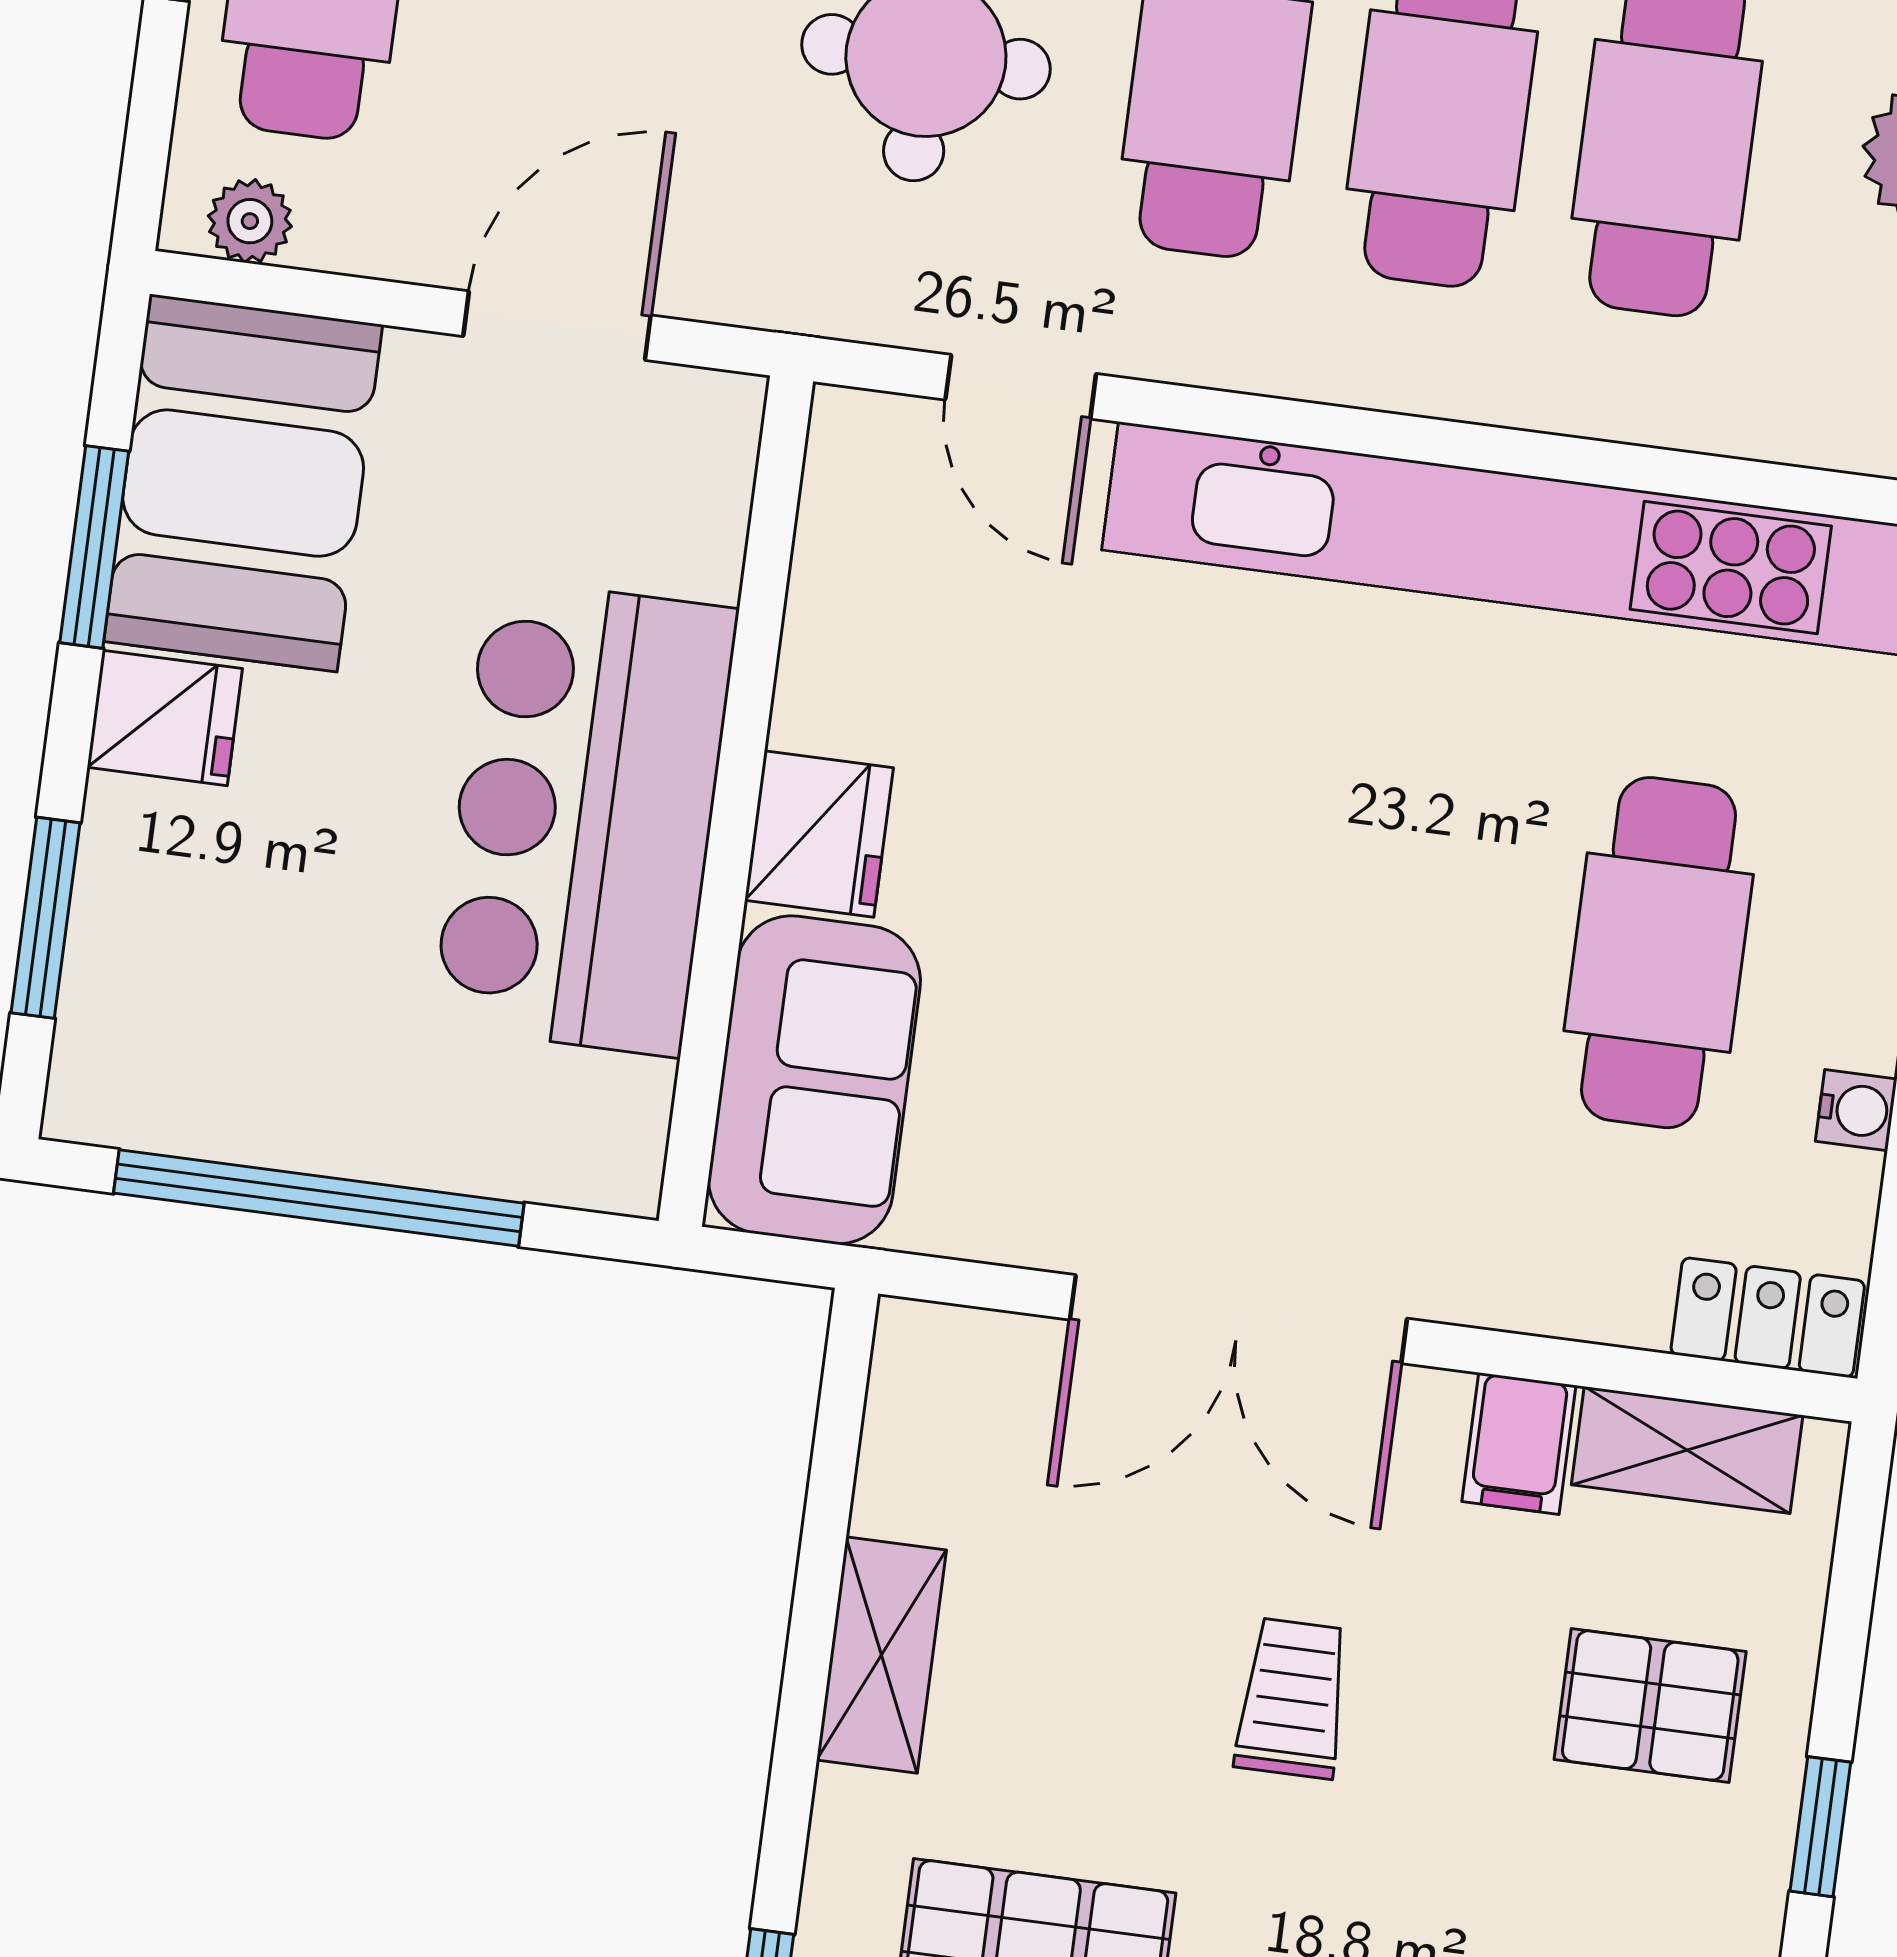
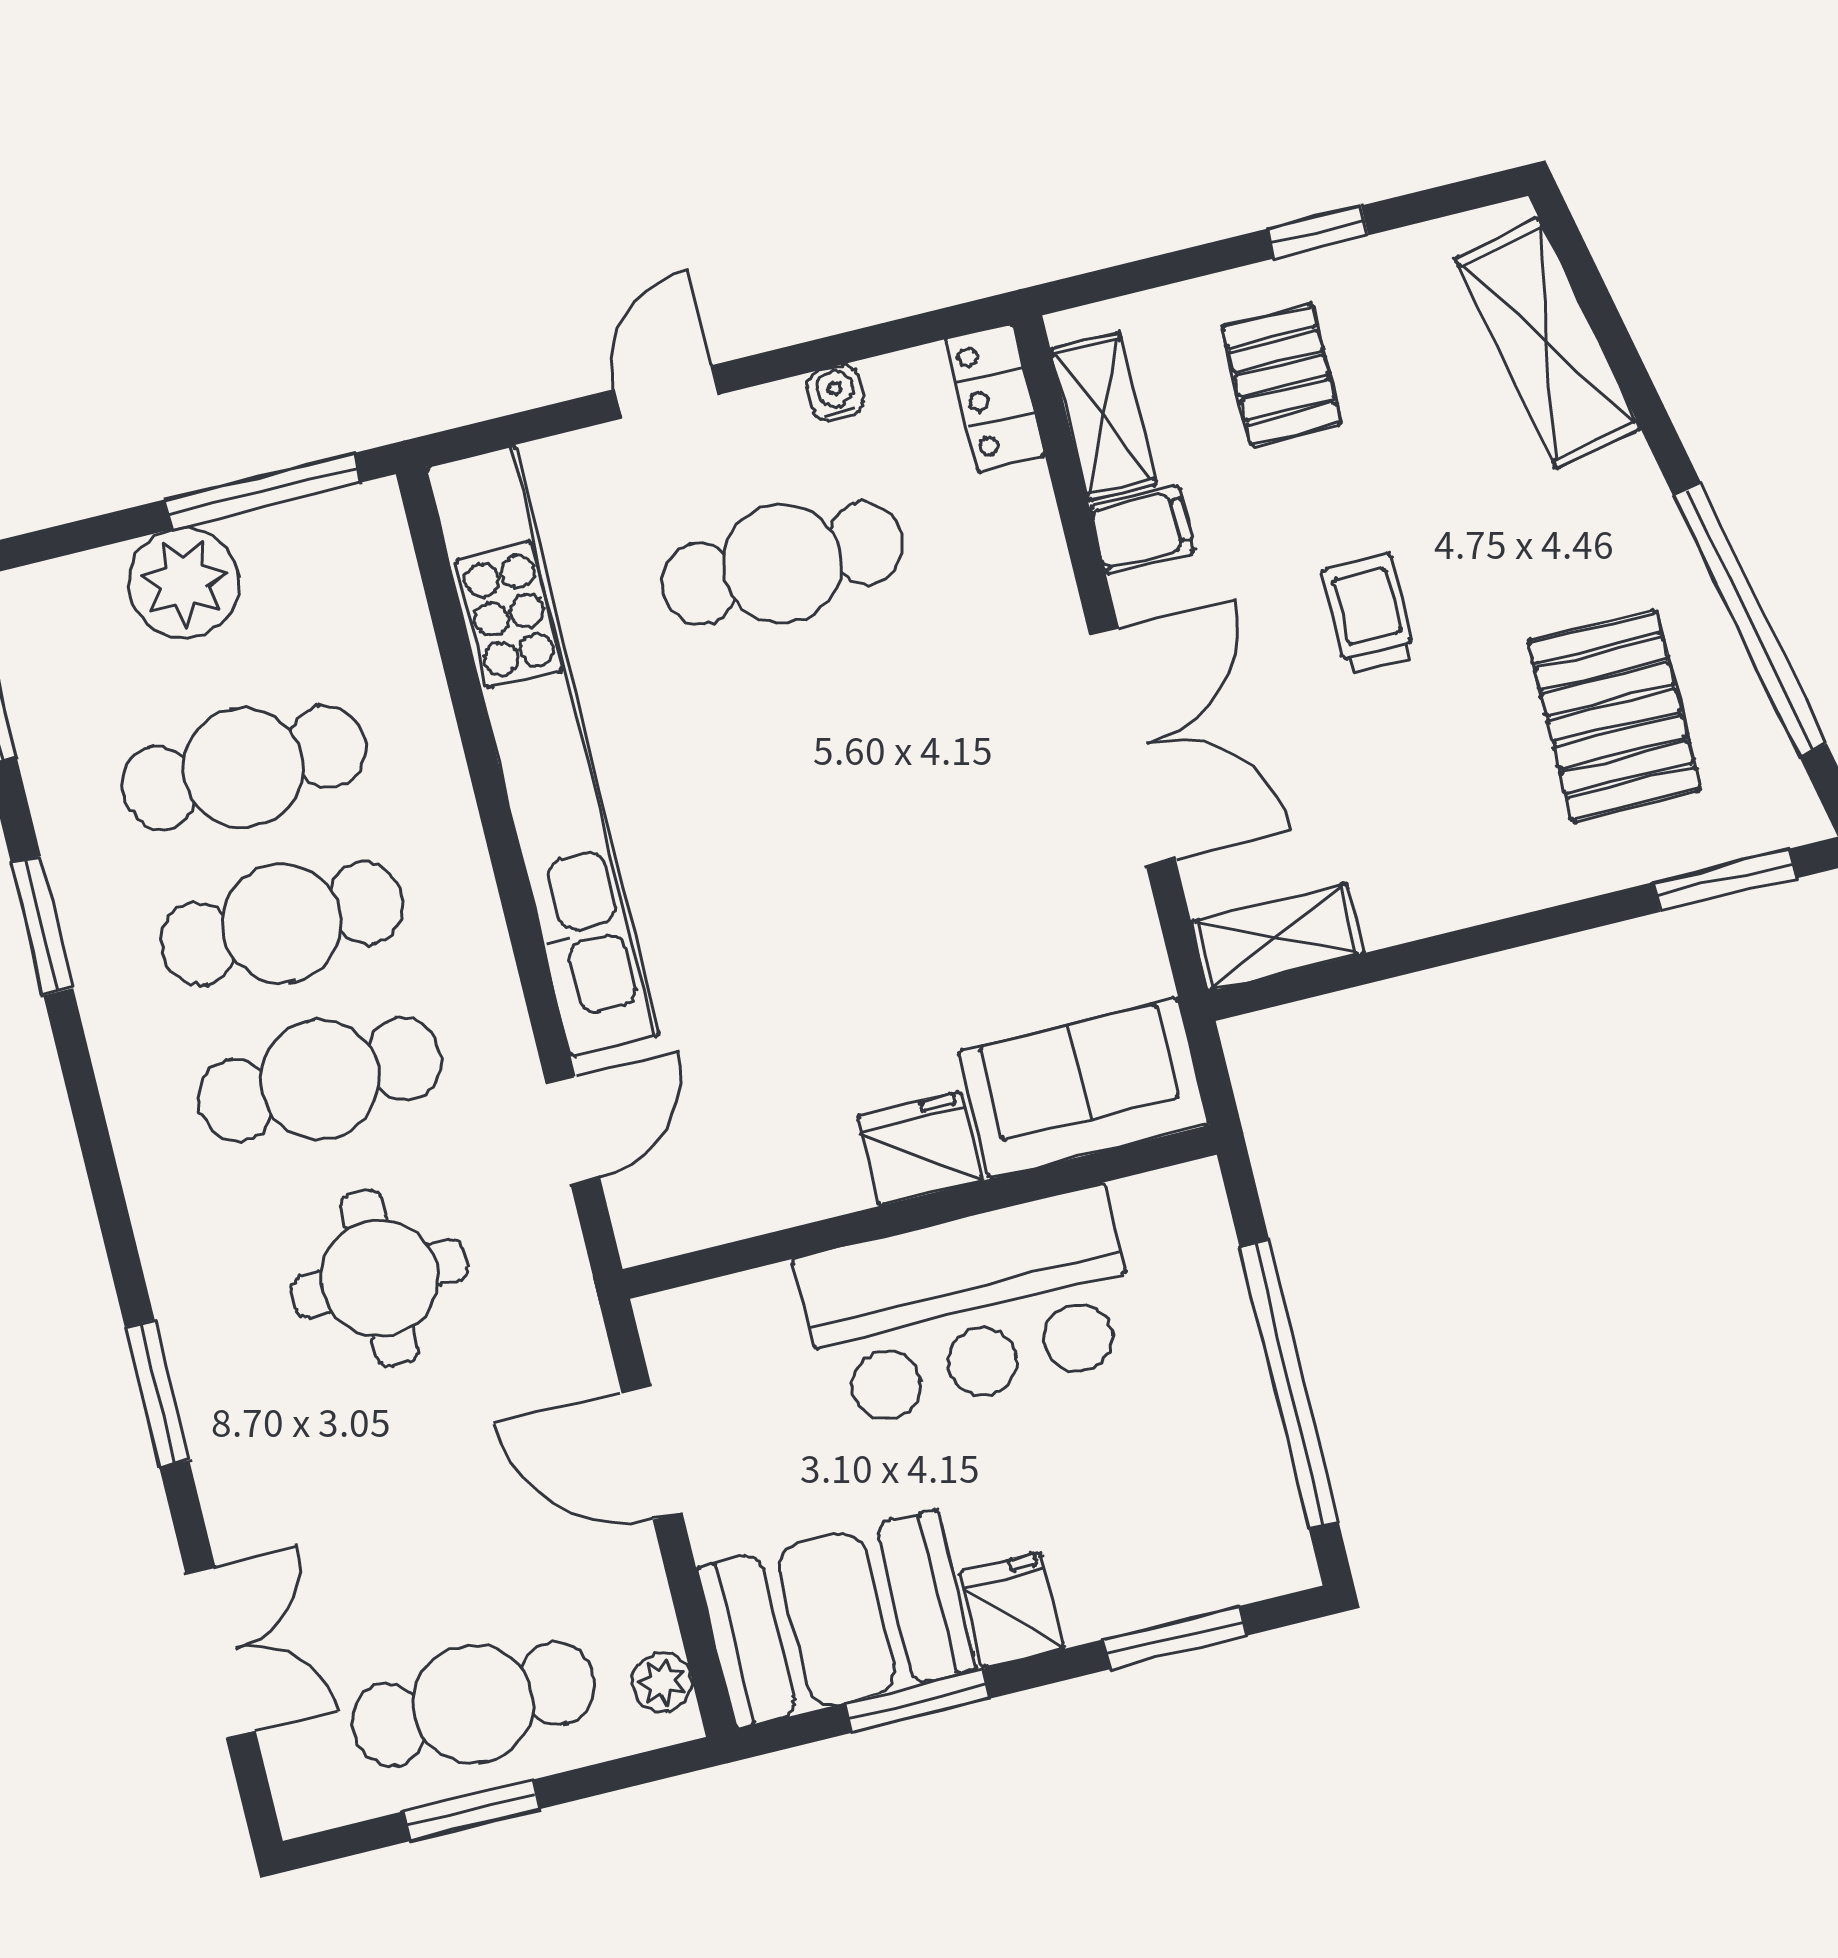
shelving: (881, 1655) -> (1277, 937), moved
trolley: (1293, 1698) -> (1369, 613), turned 90

